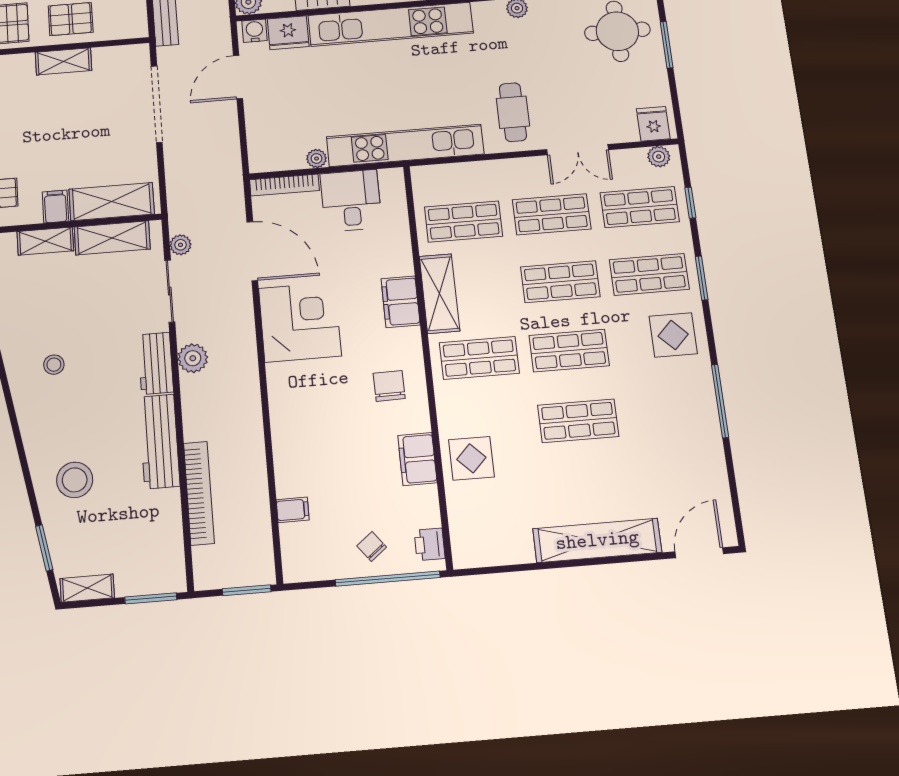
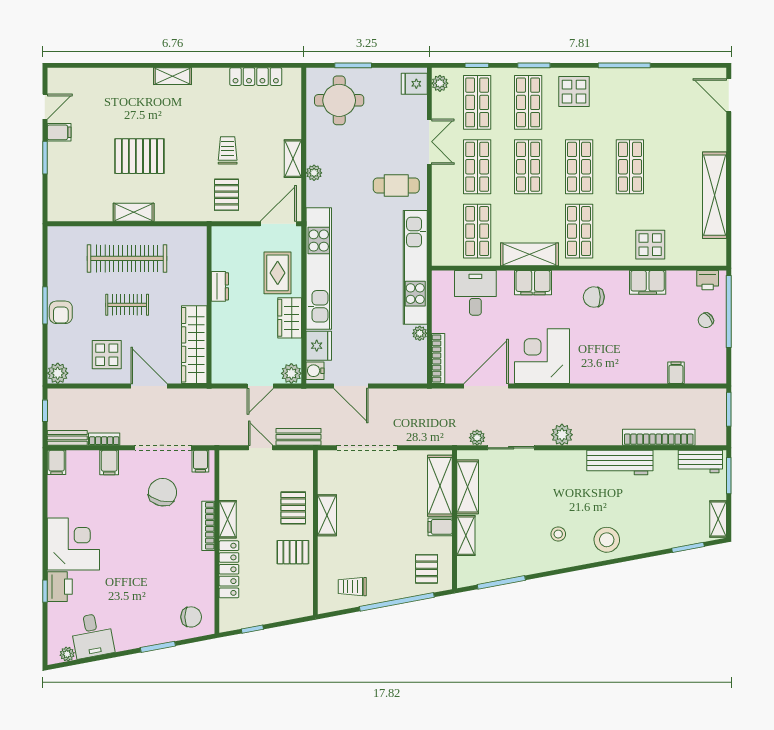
desk: (351, 201) -> (475, 293), moved, turned 90
workbench: (156, 363) -> (700, 461), moved
stool: (75, 480) -> (607, 540), moved
shelving: (597, 540) -> (715, 195), moved

